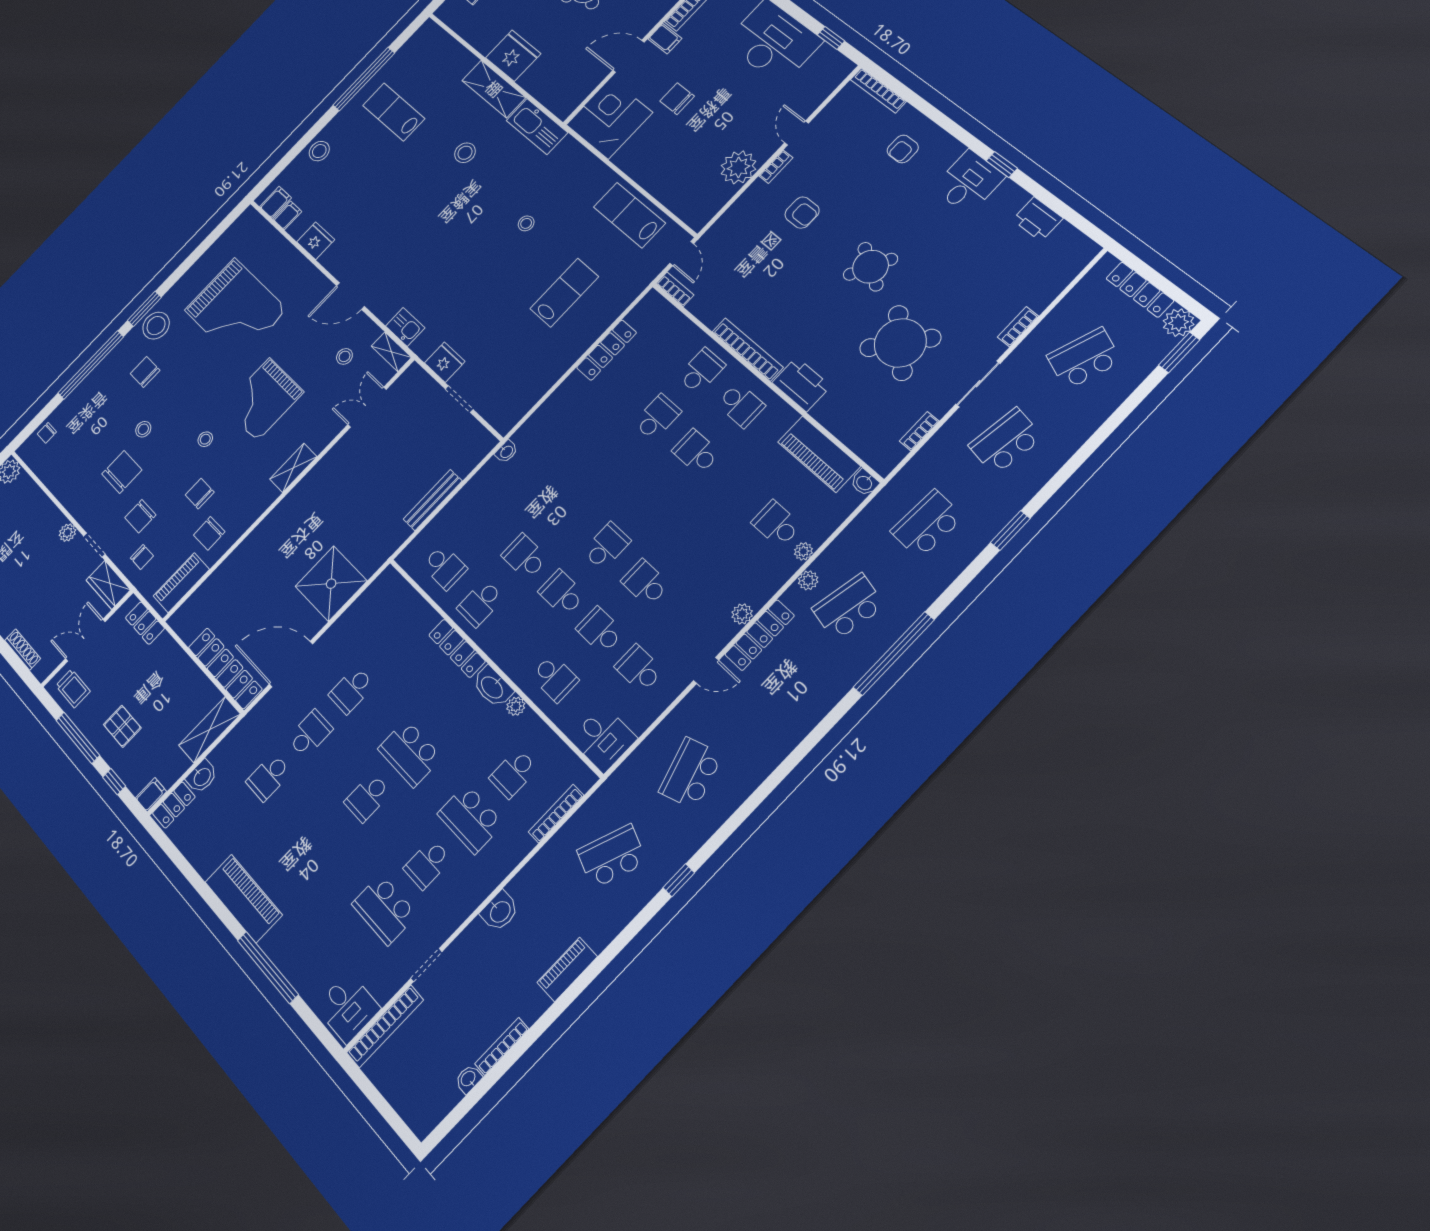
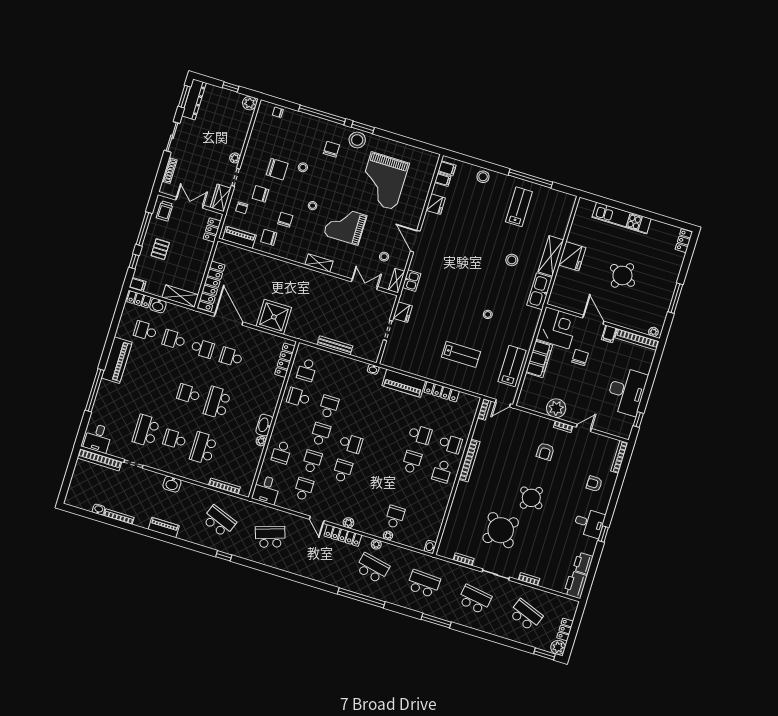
filing cabinet: (643, 166) -> (539, 359), added
locker: (1140, 290) -> (565, 629), width x0.66
printer: (801, 384) -> (575, 585), moved, turned 180
piano: (819, 454) -> (404, 383), moved, turned -90
window: (1010, 530) -> (436, 621), width x1.44
locker: (457, 648) -> (285, 360), moved
school desk: (513, 773) -> (145, 331), moved

